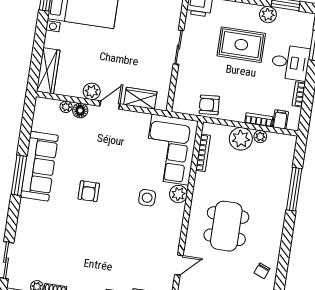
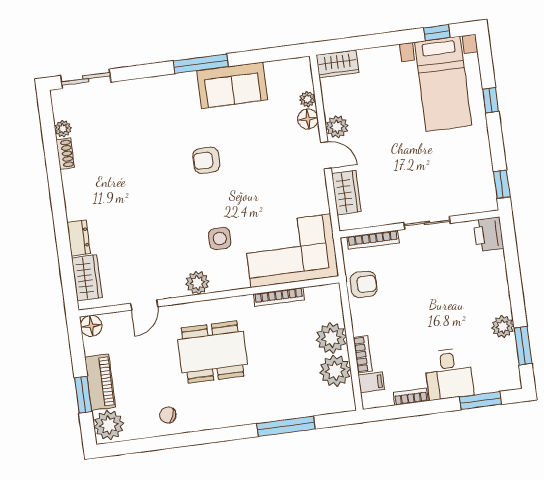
rug: (241, 45) -> (454, 303), removed
wardrobe: (48, 71) -> (337, 64), width x0.67
bookcase: (179, 89) -> (373, 240), added
armchair: (209, 105) -> (364, 284), turned 94
plant: (260, 137) -> (335, 371), width x1.87, depth x1.87
bookcase: (203, 153) -> (279, 297), moved
sofa: (39, 166) -> (232, 85), width x0.73
plant: (178, 194) -> (197, 283), moved
door: (179, 265) -> (144, 305), hinge flipped

